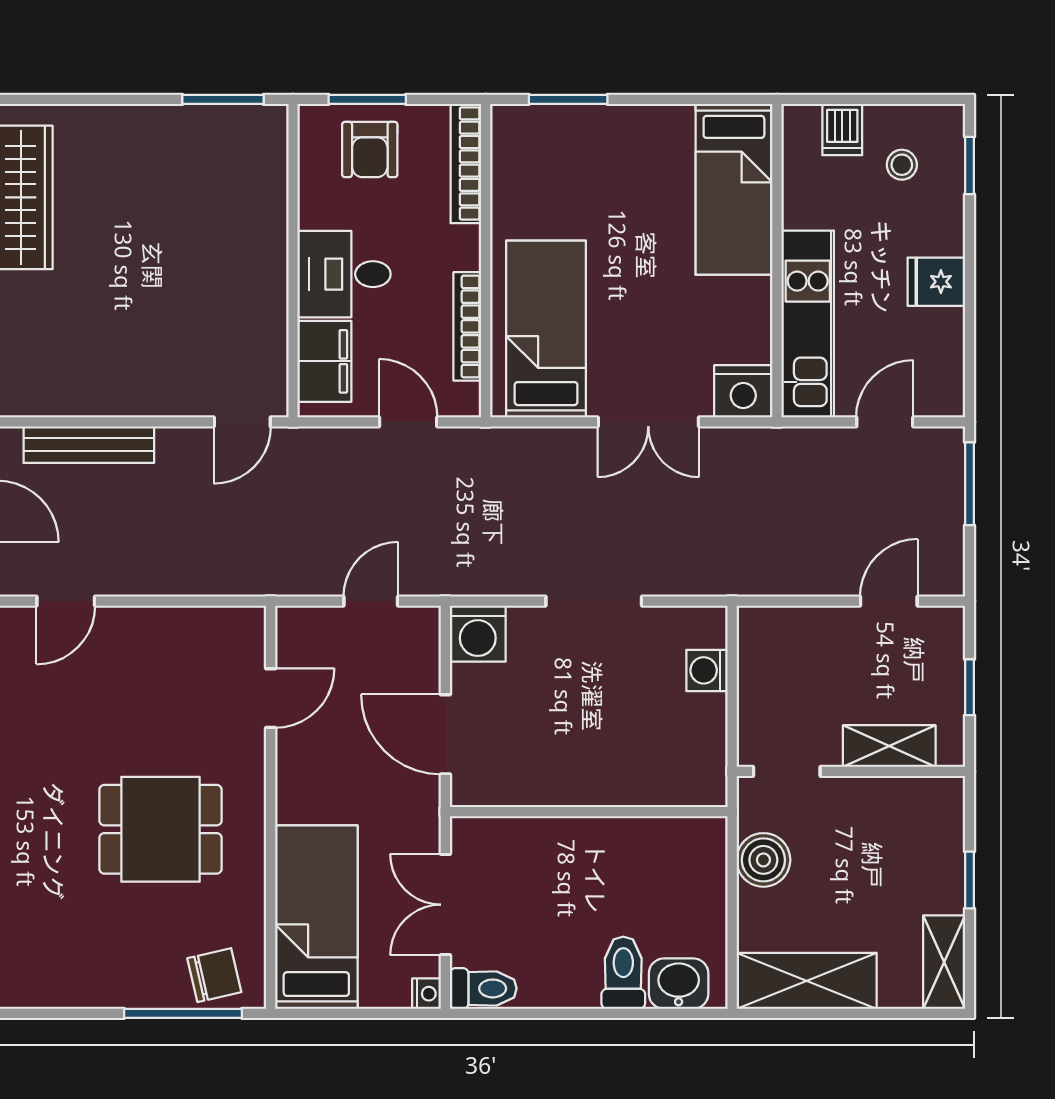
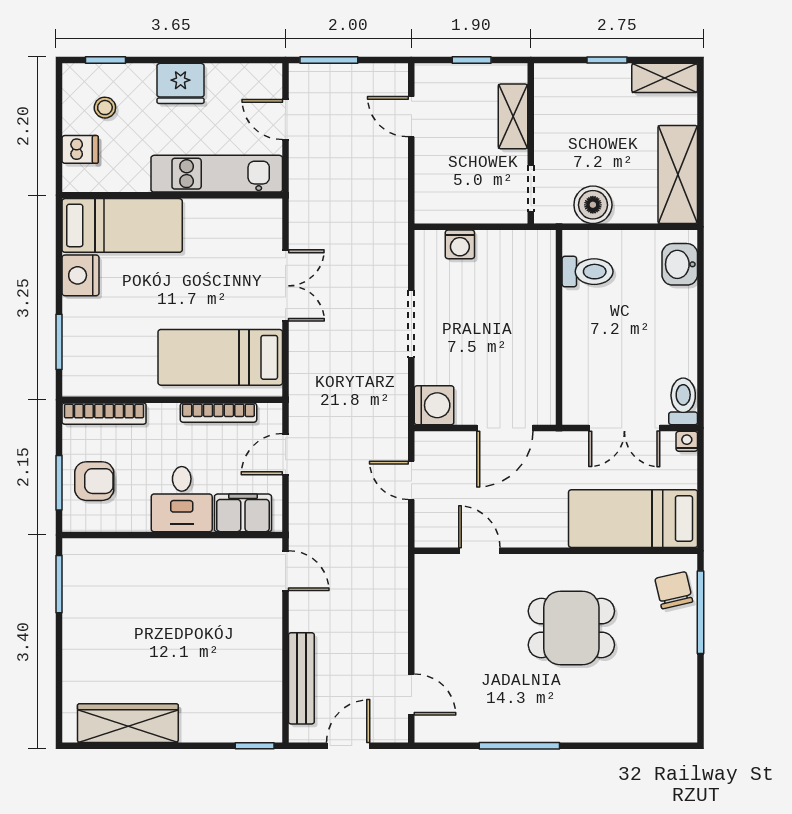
fridge: (936, 282) -> (181, 83), width x1.38
nightstand: (743, 391) -> (80, 275), moved, turned 180
dining table: (161, 829) -> (571, 628), turned 90
toilet: (623, 973) -> (588, 272), moved, turned 180

